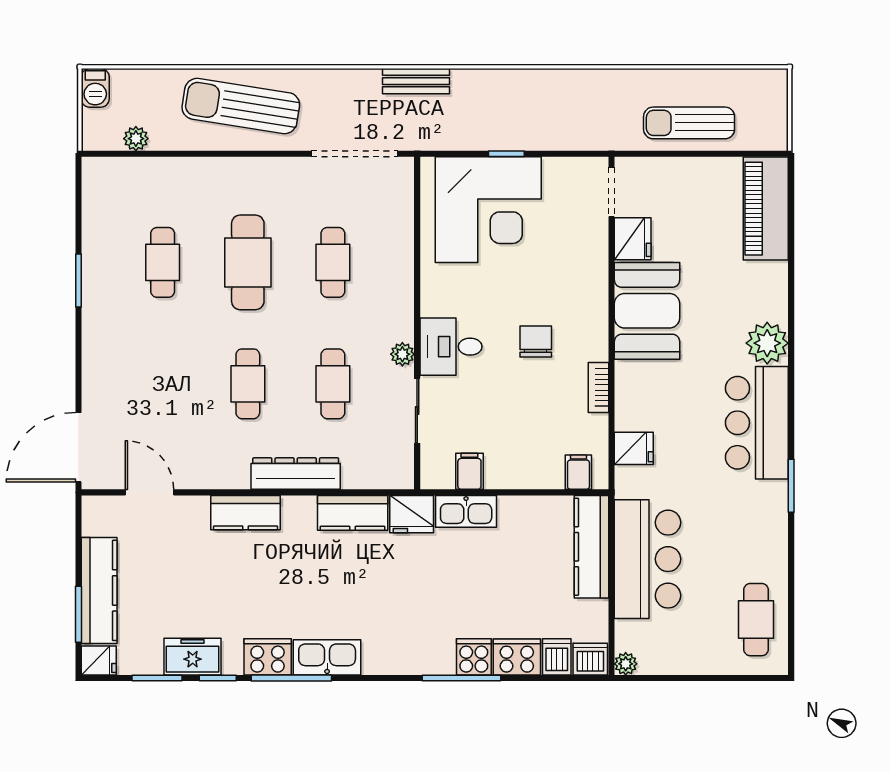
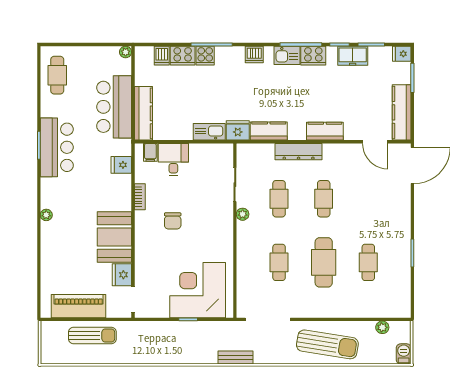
piano: (766, 209) -> (79, 306), moved, turned -90
plant: (767, 343) -> (46, 215), width x0.53, depth x0.53
desk: (451, 347) -> (173, 160), moved, turned -90
bar counter: (757, 423) -> (57, 147), moved
filing cabinet: (469, 471) -> (207, 153), removed
kitchen counter: (99, 590) -> (402, 112), moved
kitchen sink: (327, 657) -> (287, 55), width x0.73
dishwasher: (590, 659) -> (254, 54), moved

